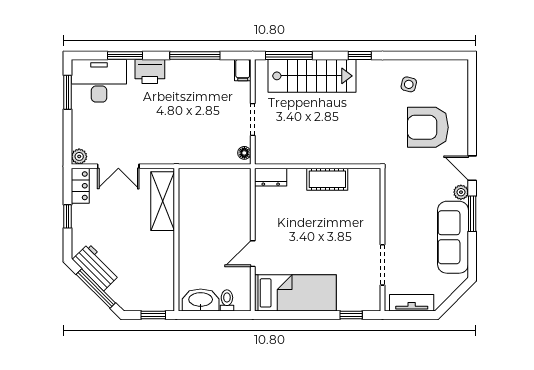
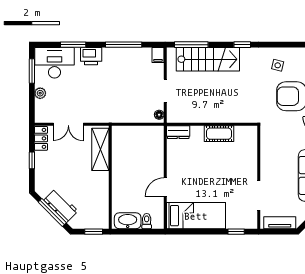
plant: (79, 156) -> (40, 93), moved
workbench: (96, 267) -> (61, 206), moved

